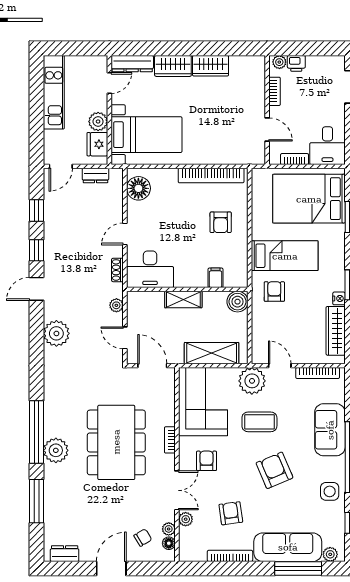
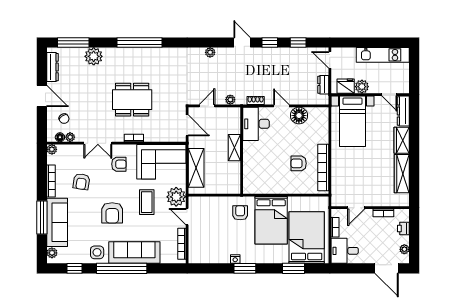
plant: (279, 62) -> (404, 249), moved
wardrobe: (211, 66) -> (402, 174), width x1.50
floor lamp: (138, 188) -> (299, 116), moved
armchair: (221, 222) -> (299, 163), moved
bed: (285, 256) -> (271, 220), width x1.50
filing cabinet: (215, 278) -> (250, 171), removed
armchair: (274, 292) -> (240, 213), turned -90
boiler: (238, 302) -> (233, 186), removed
wardrobe: (336, 331) -> (212, 257), removed
plant: (56, 333) -> (210, 52), width x0.53, depth x0.53
door: (152, 366) -> (187, 125), hinge flipped
door: (280, 366) -> (187, 217), swing flipped
sofa: (330, 430) -> (134, 253), width x1.36
dining table: (116, 442) -> (132, 100), width x0.73, depth x0.80
plant: (56, 450) -> (94, 56), moved
armchair: (275, 470) -> (112, 213), turned 113
window: (36, 501) -> (73, 42), moved
armchair: (231, 513) -> (81, 182), turned 107
plant: (186, 519) -> (52, 149), moved
dresser: (65, 554) -> (52, 67), width x1.44
window: (298, 569) -> (42, 217), moved

